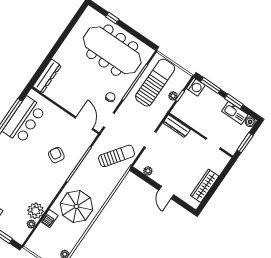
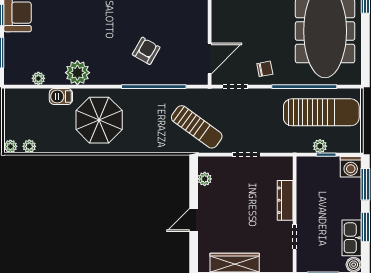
dresser: (177, 126) -> (285, 200), moved
plant: (36, 211) -> (77, 73), moved

